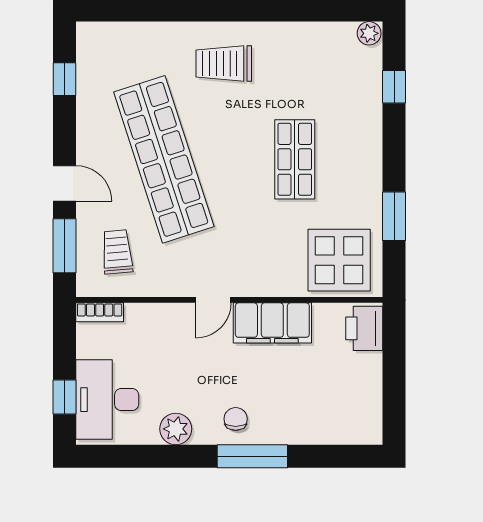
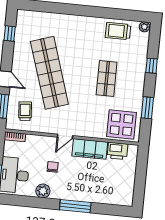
trolley: (224, 63) -> (118, 31), moved
window: (394, 87) -> (152, 66), moved
printer: (364, 328) -> (117, 151), moved, turned -90
chair: (236, 419) -> (53, 167), moved

